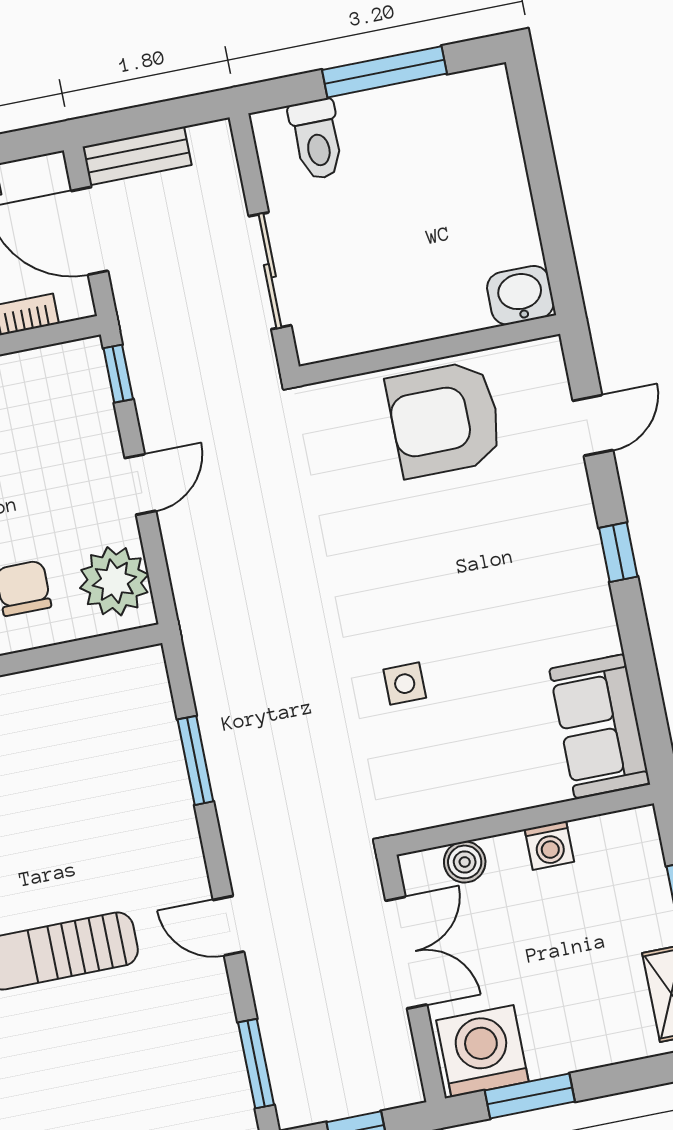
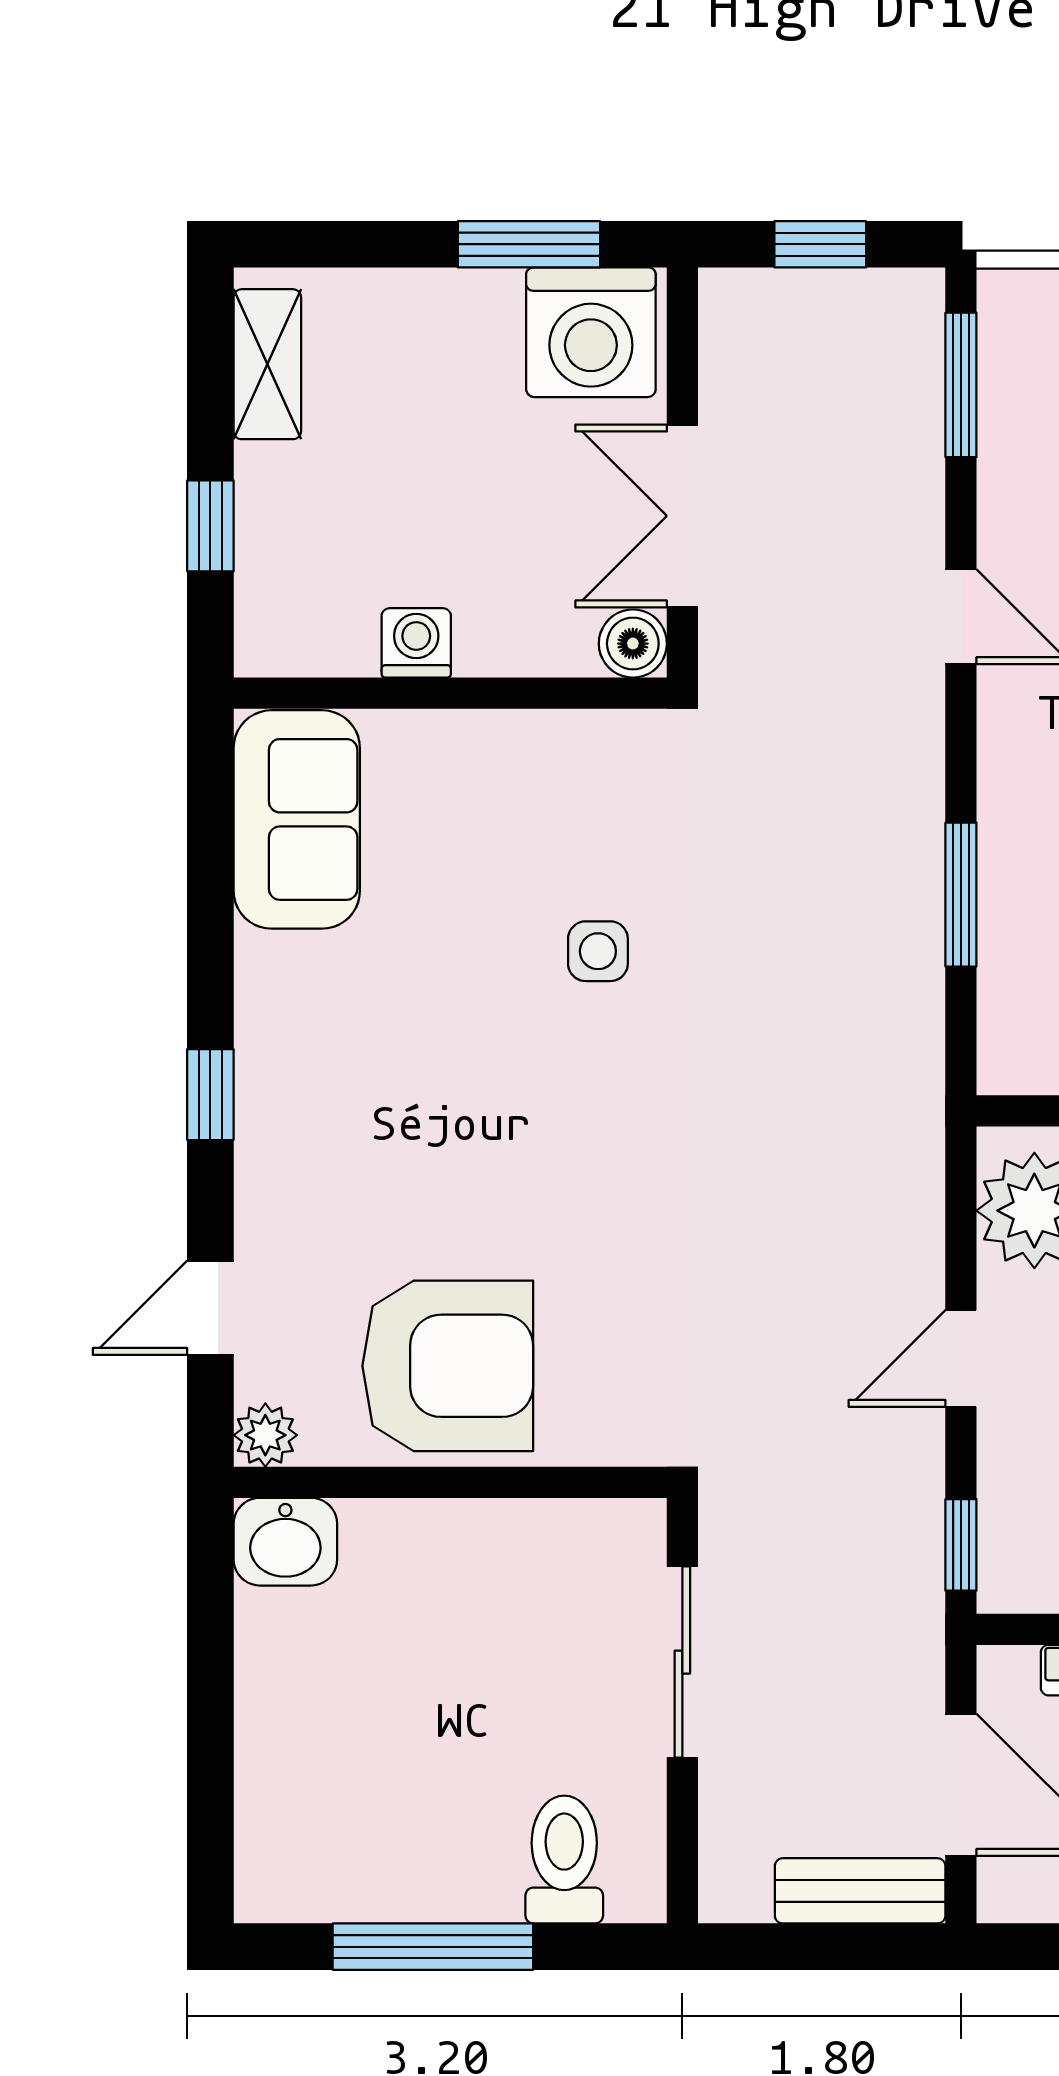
plant: (545, 356) -> (265, 1435), added
boiler: (465, 862) -> (633, 644), moved

